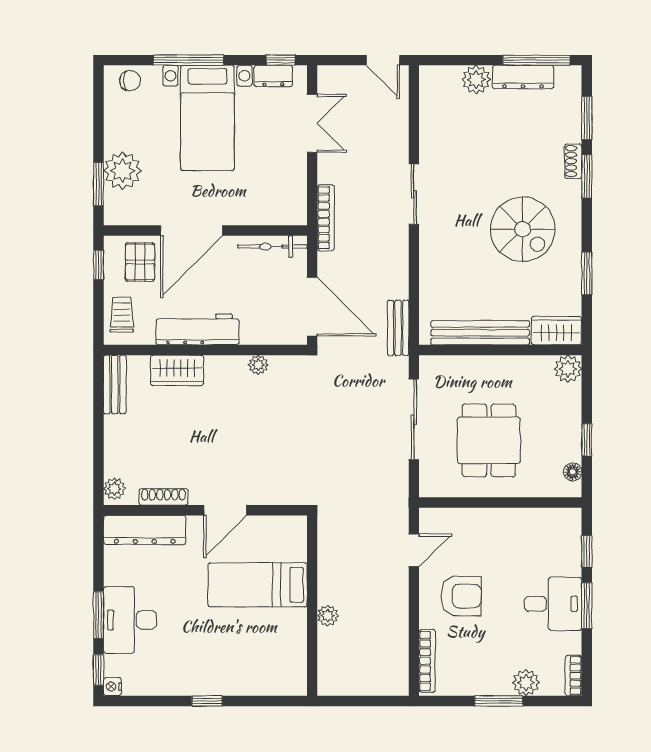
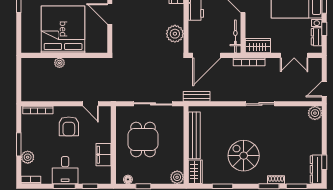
window: (280, 60) -> (324, 29), moved
window: (536, 60) -> (324, 162), width x0.46
dresser: (523, 77) -> (316, 169), moved
plant: (476, 80) -> (315, 113), moved
wardrobe: (292, 199) -> (258, 46), added
spiral stairs: (523, 229) -> (244, 156), turned 90
plant: (258, 365) -> (175, 34), width x1.88, depth x1.88
dining table: (489, 440) -> (143, 140), turned 90
filing cabinet: (521, 523) -> (103, 155), added
bed: (258, 585) -> (63, 29), width x2.04

